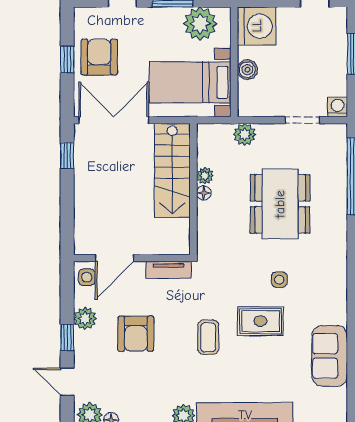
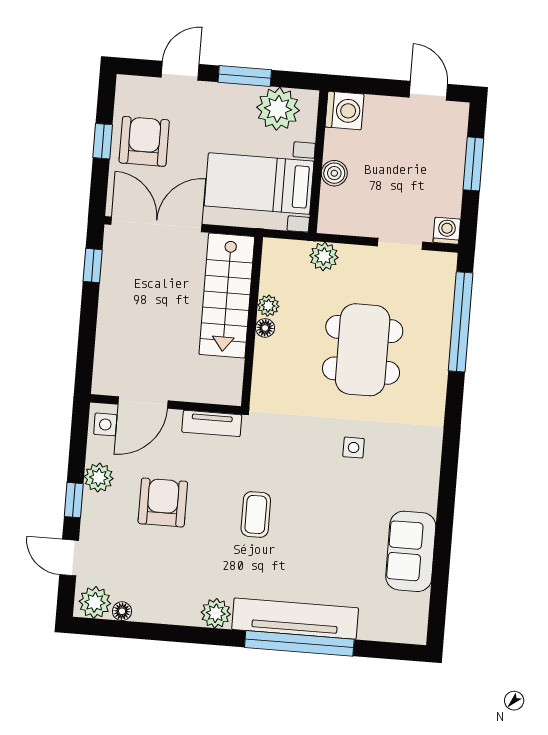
washing machine: (257, 26) -> (345, 111), width x0.73, depth x0.73
rug: (260, 321) -> (325, 499), removed
armchair: (136, 334) -> (163, 502), turned 180

